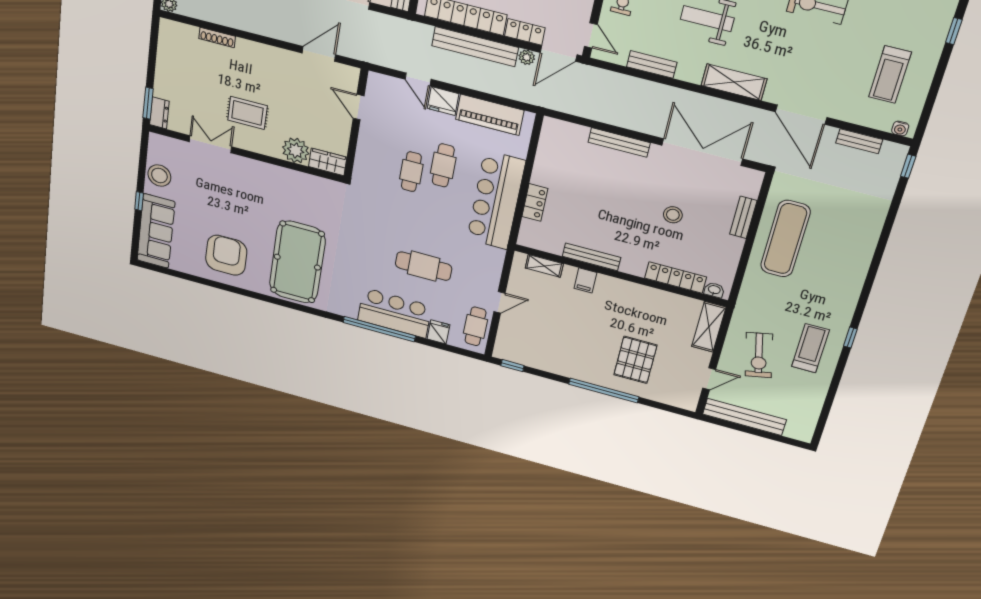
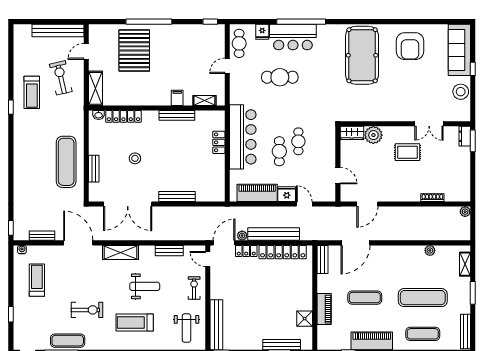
pallet: (635, 360) -> (134, 51), width x1.37, depth x1.41

